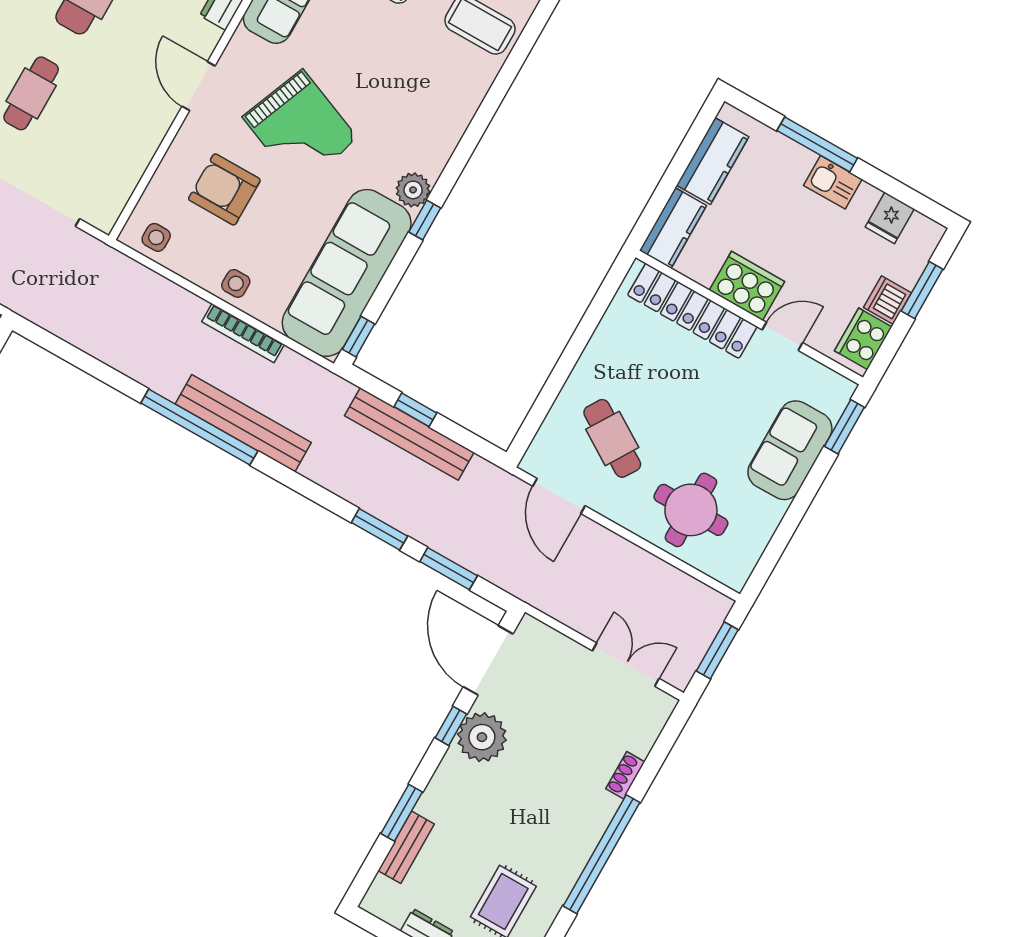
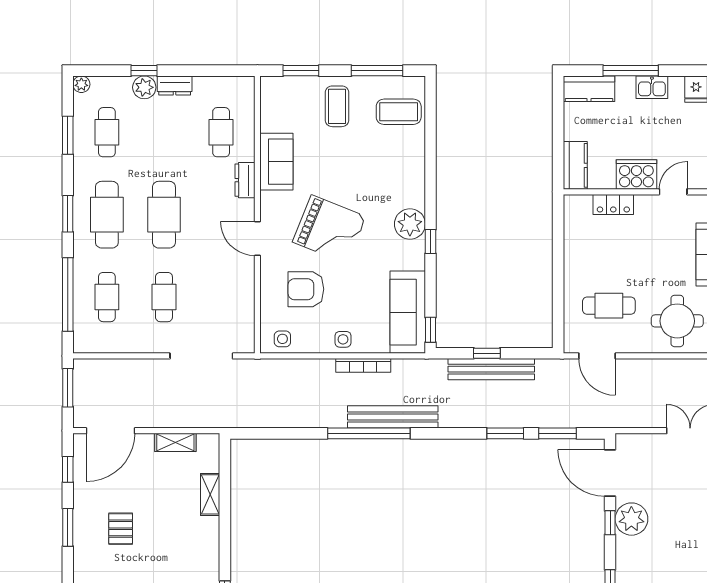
kitchen counter: (713, 161) -> (589, 89), moved, turned 90
plant: (413, 190) -> (410, 224), width x1.36, depth x1.36
sofa: (347, 273) -> (408, 312), width x0.74, depth x0.79
locker: (692, 311) -> (613, 204), width x0.46, depth x0.83
cafe table: (612, 438) -> (609, 306), turned -32

